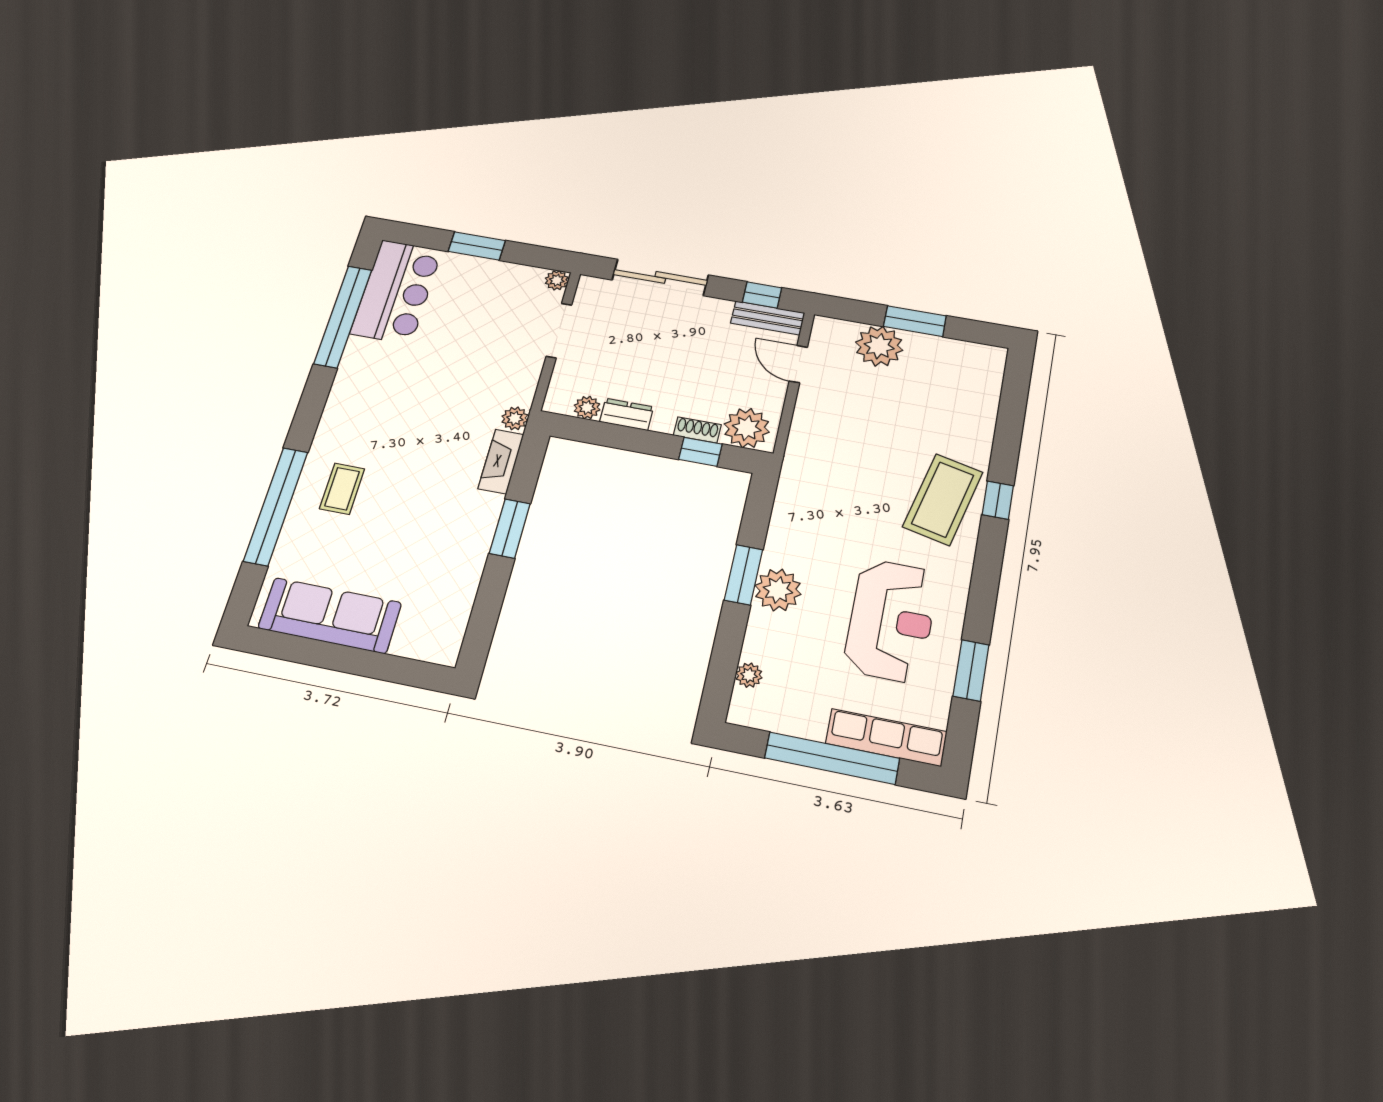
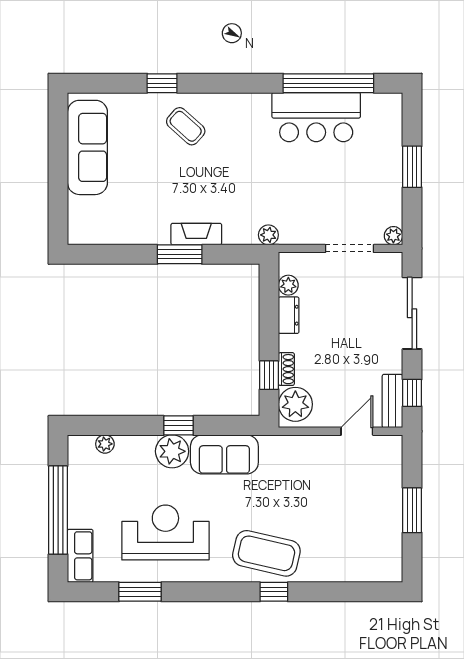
bar counter: (396, 292) -> (316, 117), moved
plant: (879, 346) -> (385, 488), removed
fireplace: (501, 461) -> (196, 234), moved
coffee table: (342, 489) -> (186, 126), turned 42
window: (276, 506) -> (162, 83), width x0.32
sofa: (796, 525) -> (224, 454), added
window: (744, 575) -> (179, 425), width x0.67
reception desk: (891, 621) -> (165, 532), turned 180
row of seats: (886, 737) -> (80, 556), width x0.68

